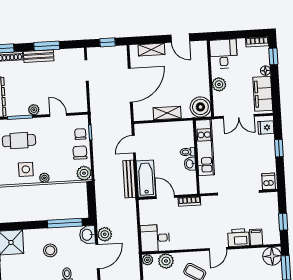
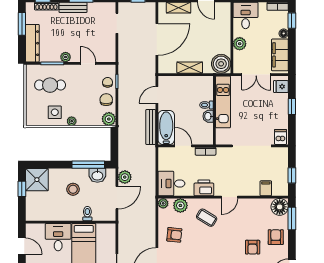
washbasin: (87, 235) -> (97, 175), moved, turned -90
printer: (239, 238) -> (204, 188), moved

